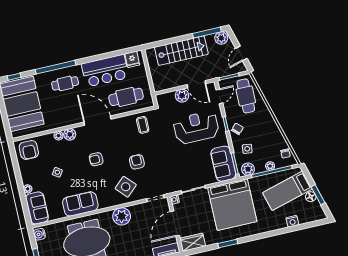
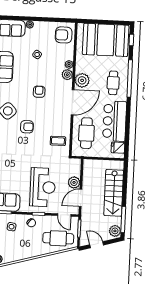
plant: (71, 117) -> (82, 80), added

